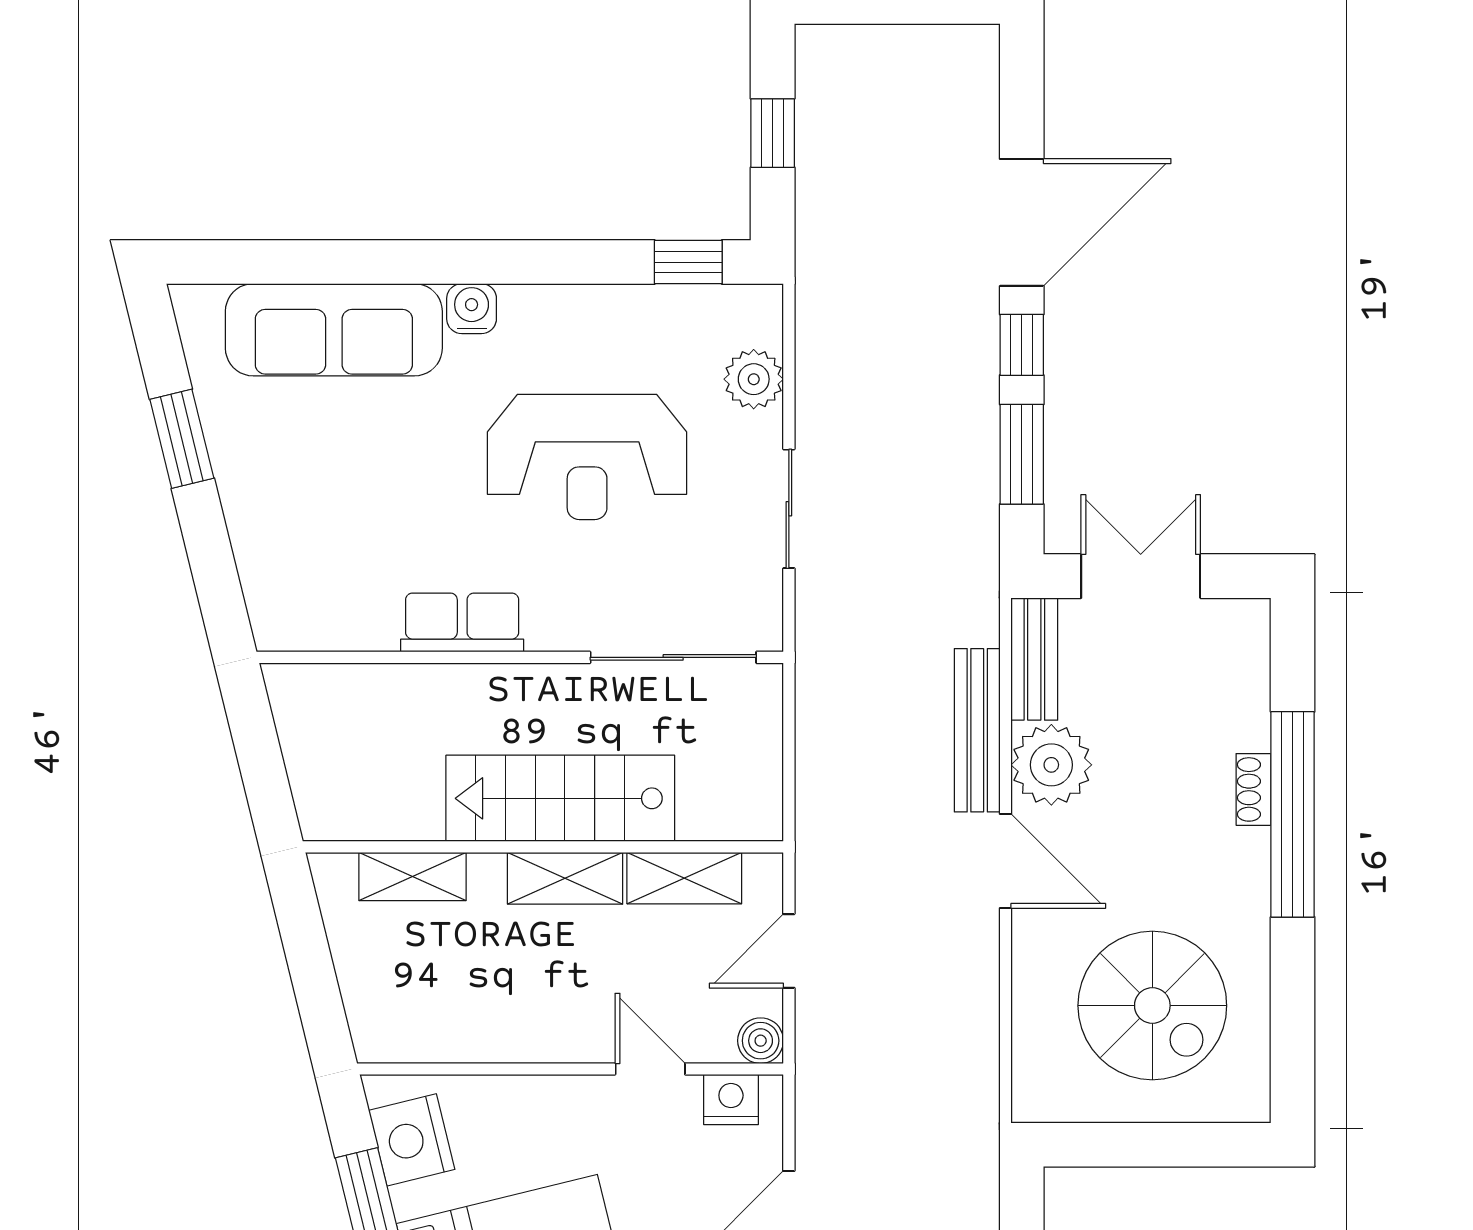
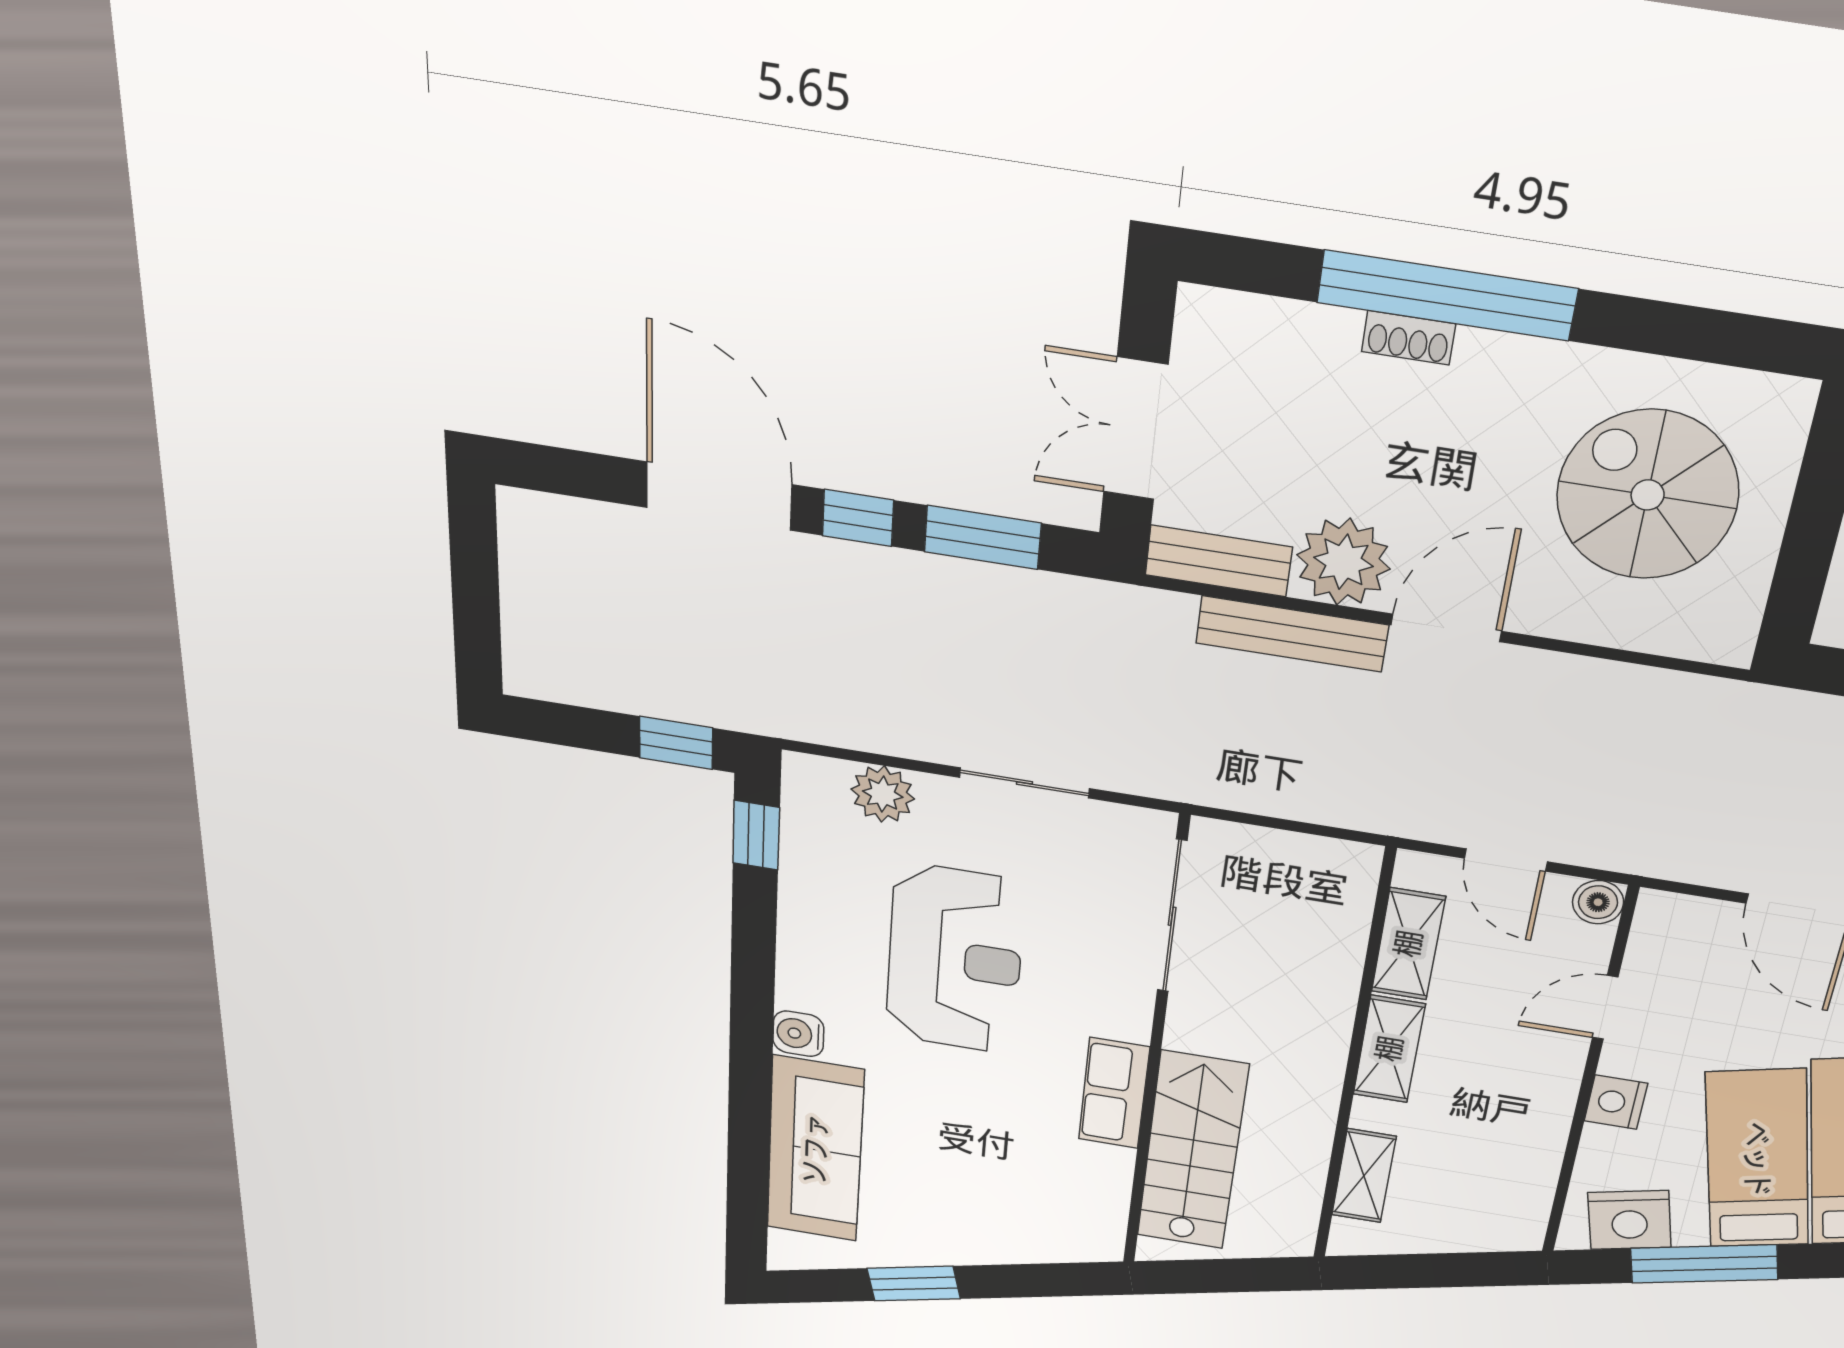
window: (773, 133) -> (676, 743), moved
stairs: (560, 798) -> (1192, 1151), moved, turned 180
spiral stairs: (1152, 1006) -> (1648, 495), turned -90
nightstand: (731, 1100) -> (1616, 1102), moved

